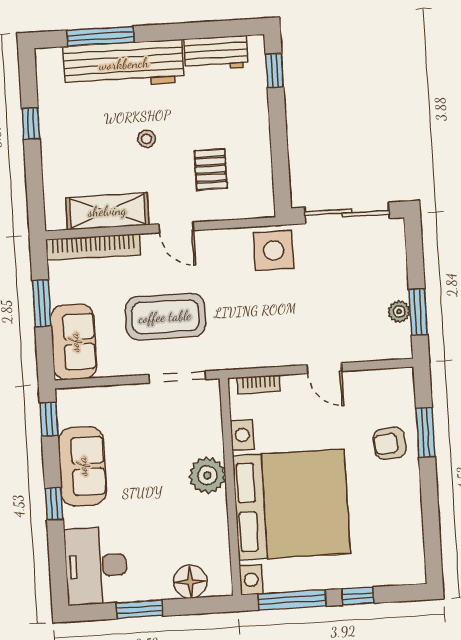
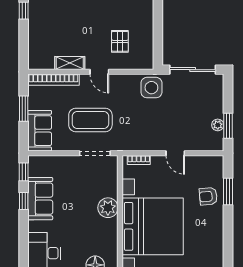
stool: (146, 139) -> (86, 23), removed
shelving: (107, 211) -> (70, 63), width x0.67, depth x0.75
window: (54, 504) -> (24, 201), moved

